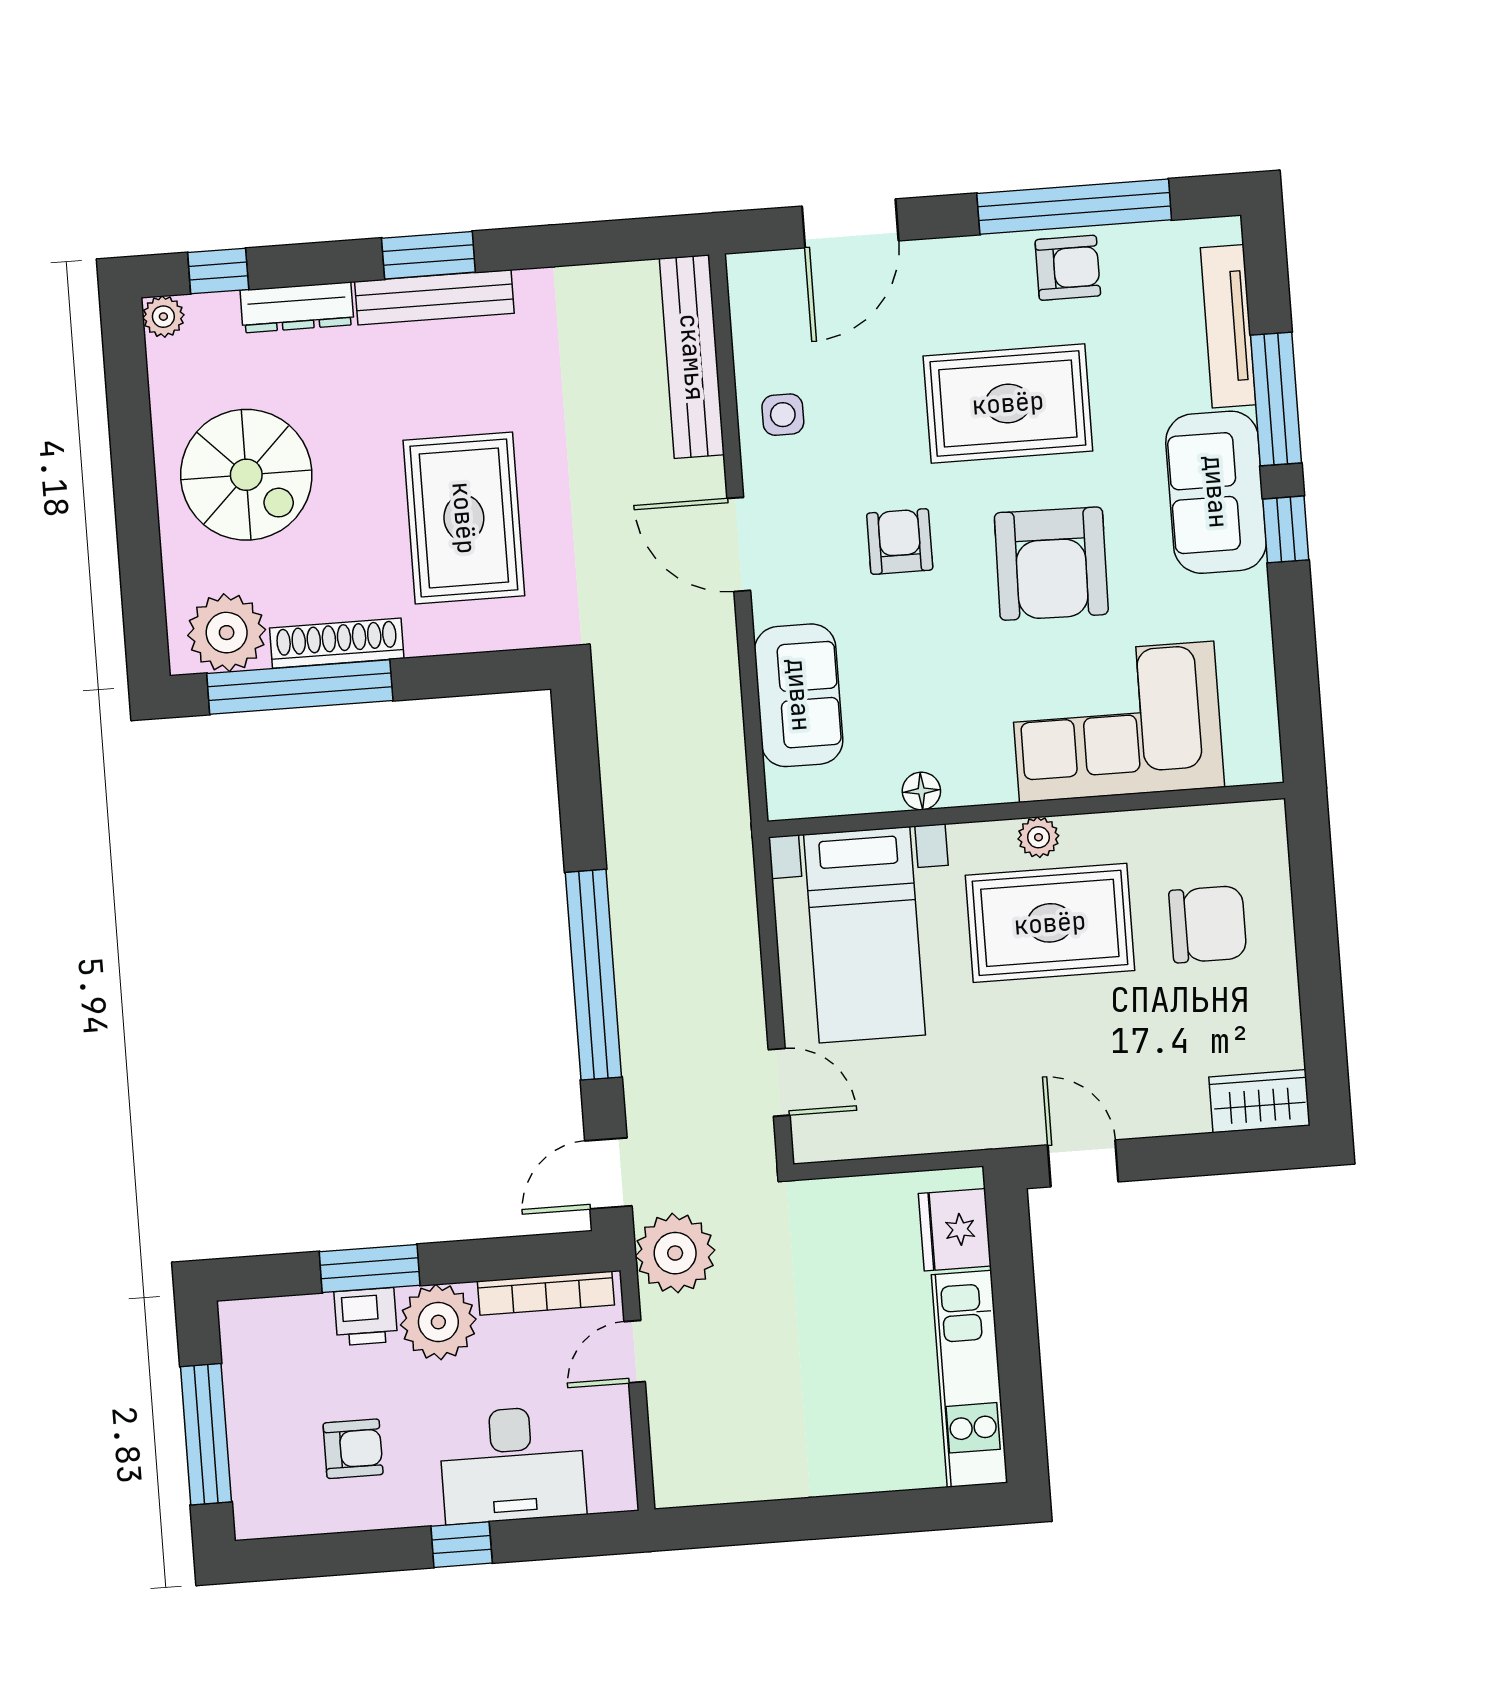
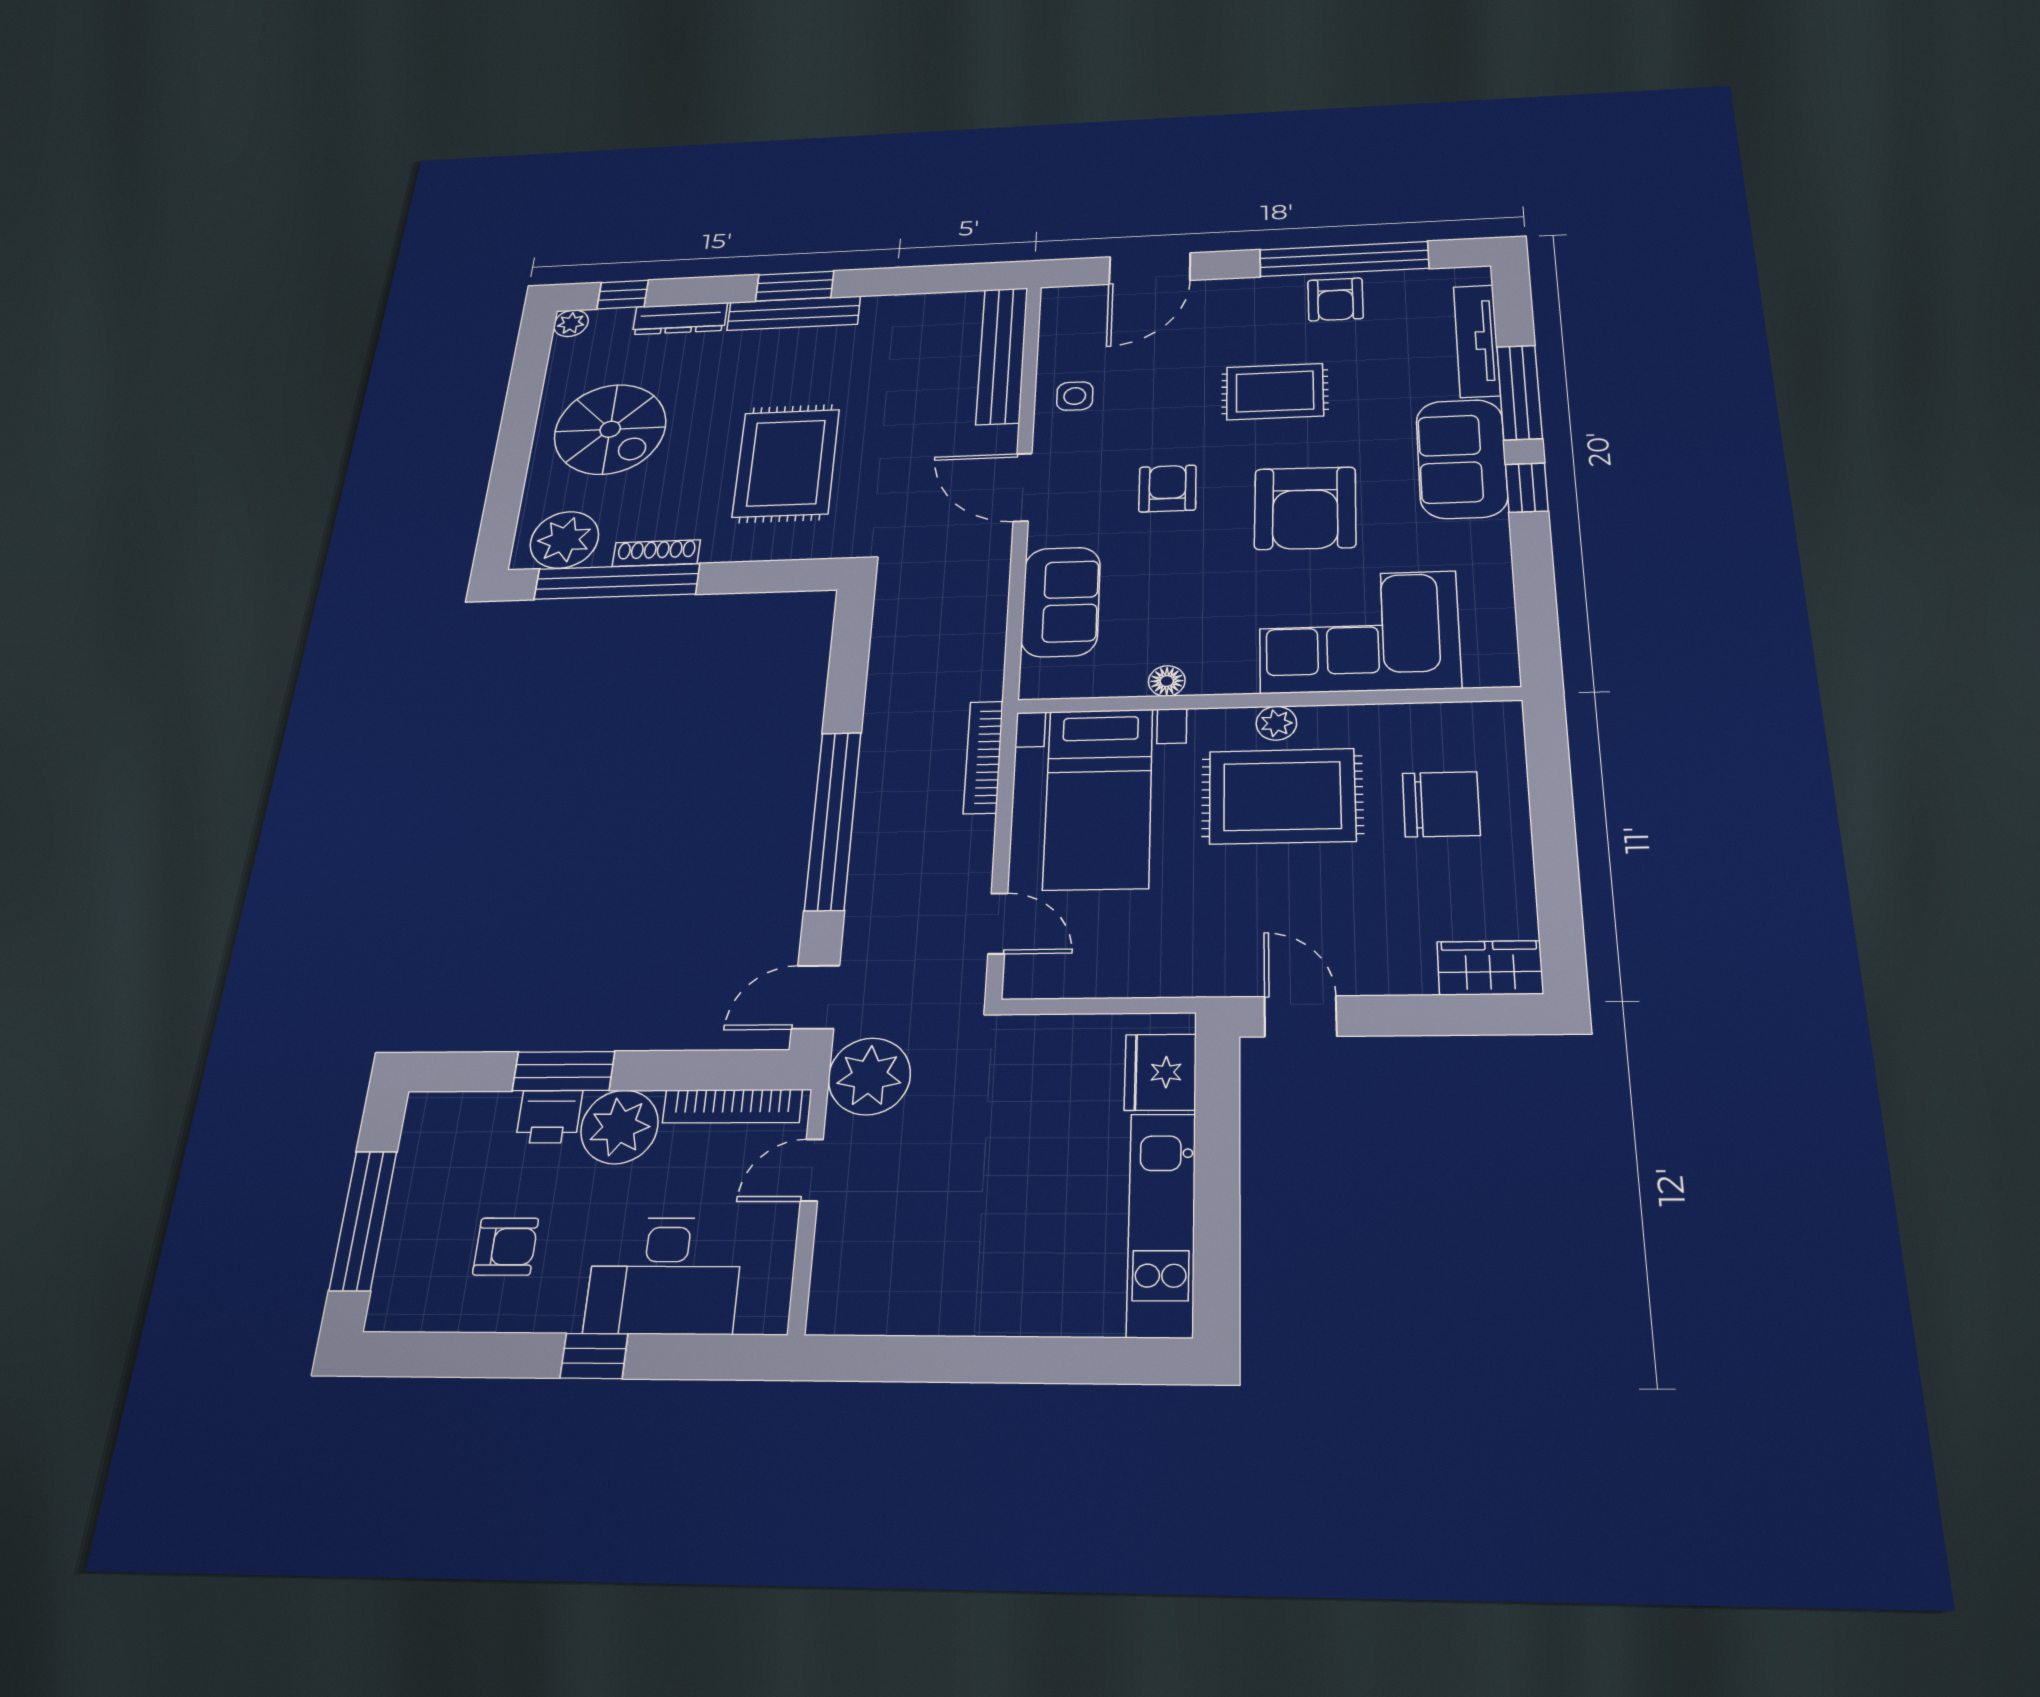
armchair: (1068, 268) -> (1335, 299), turned 90
rug: (1008, 403) -> (1275, 392), width x0.73, depth x0.70
shoe rack: (337, 643) -> (656, 553), width x0.74, depth x0.81
bookcase: (740, 892) -> (983, 757), added

